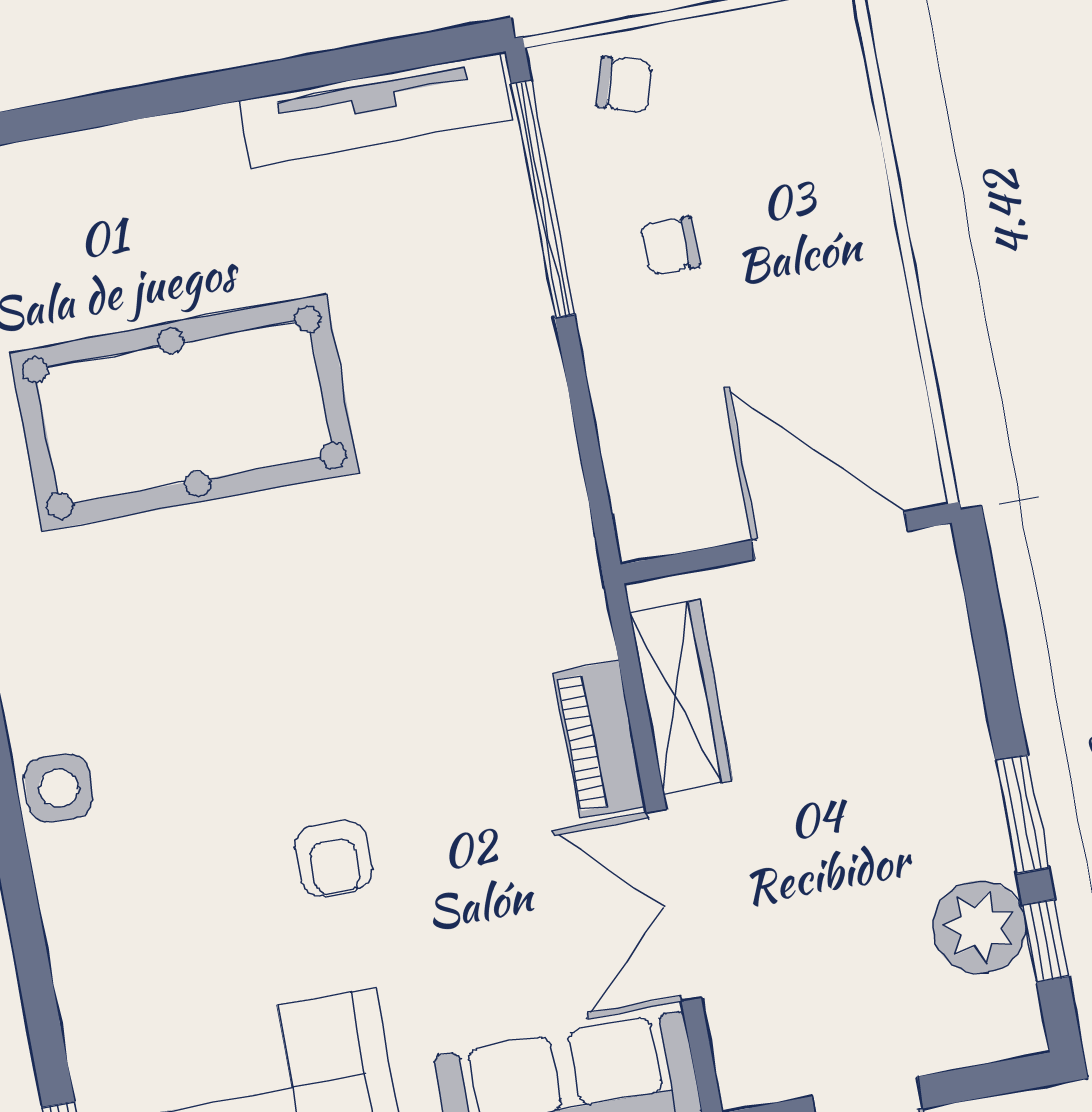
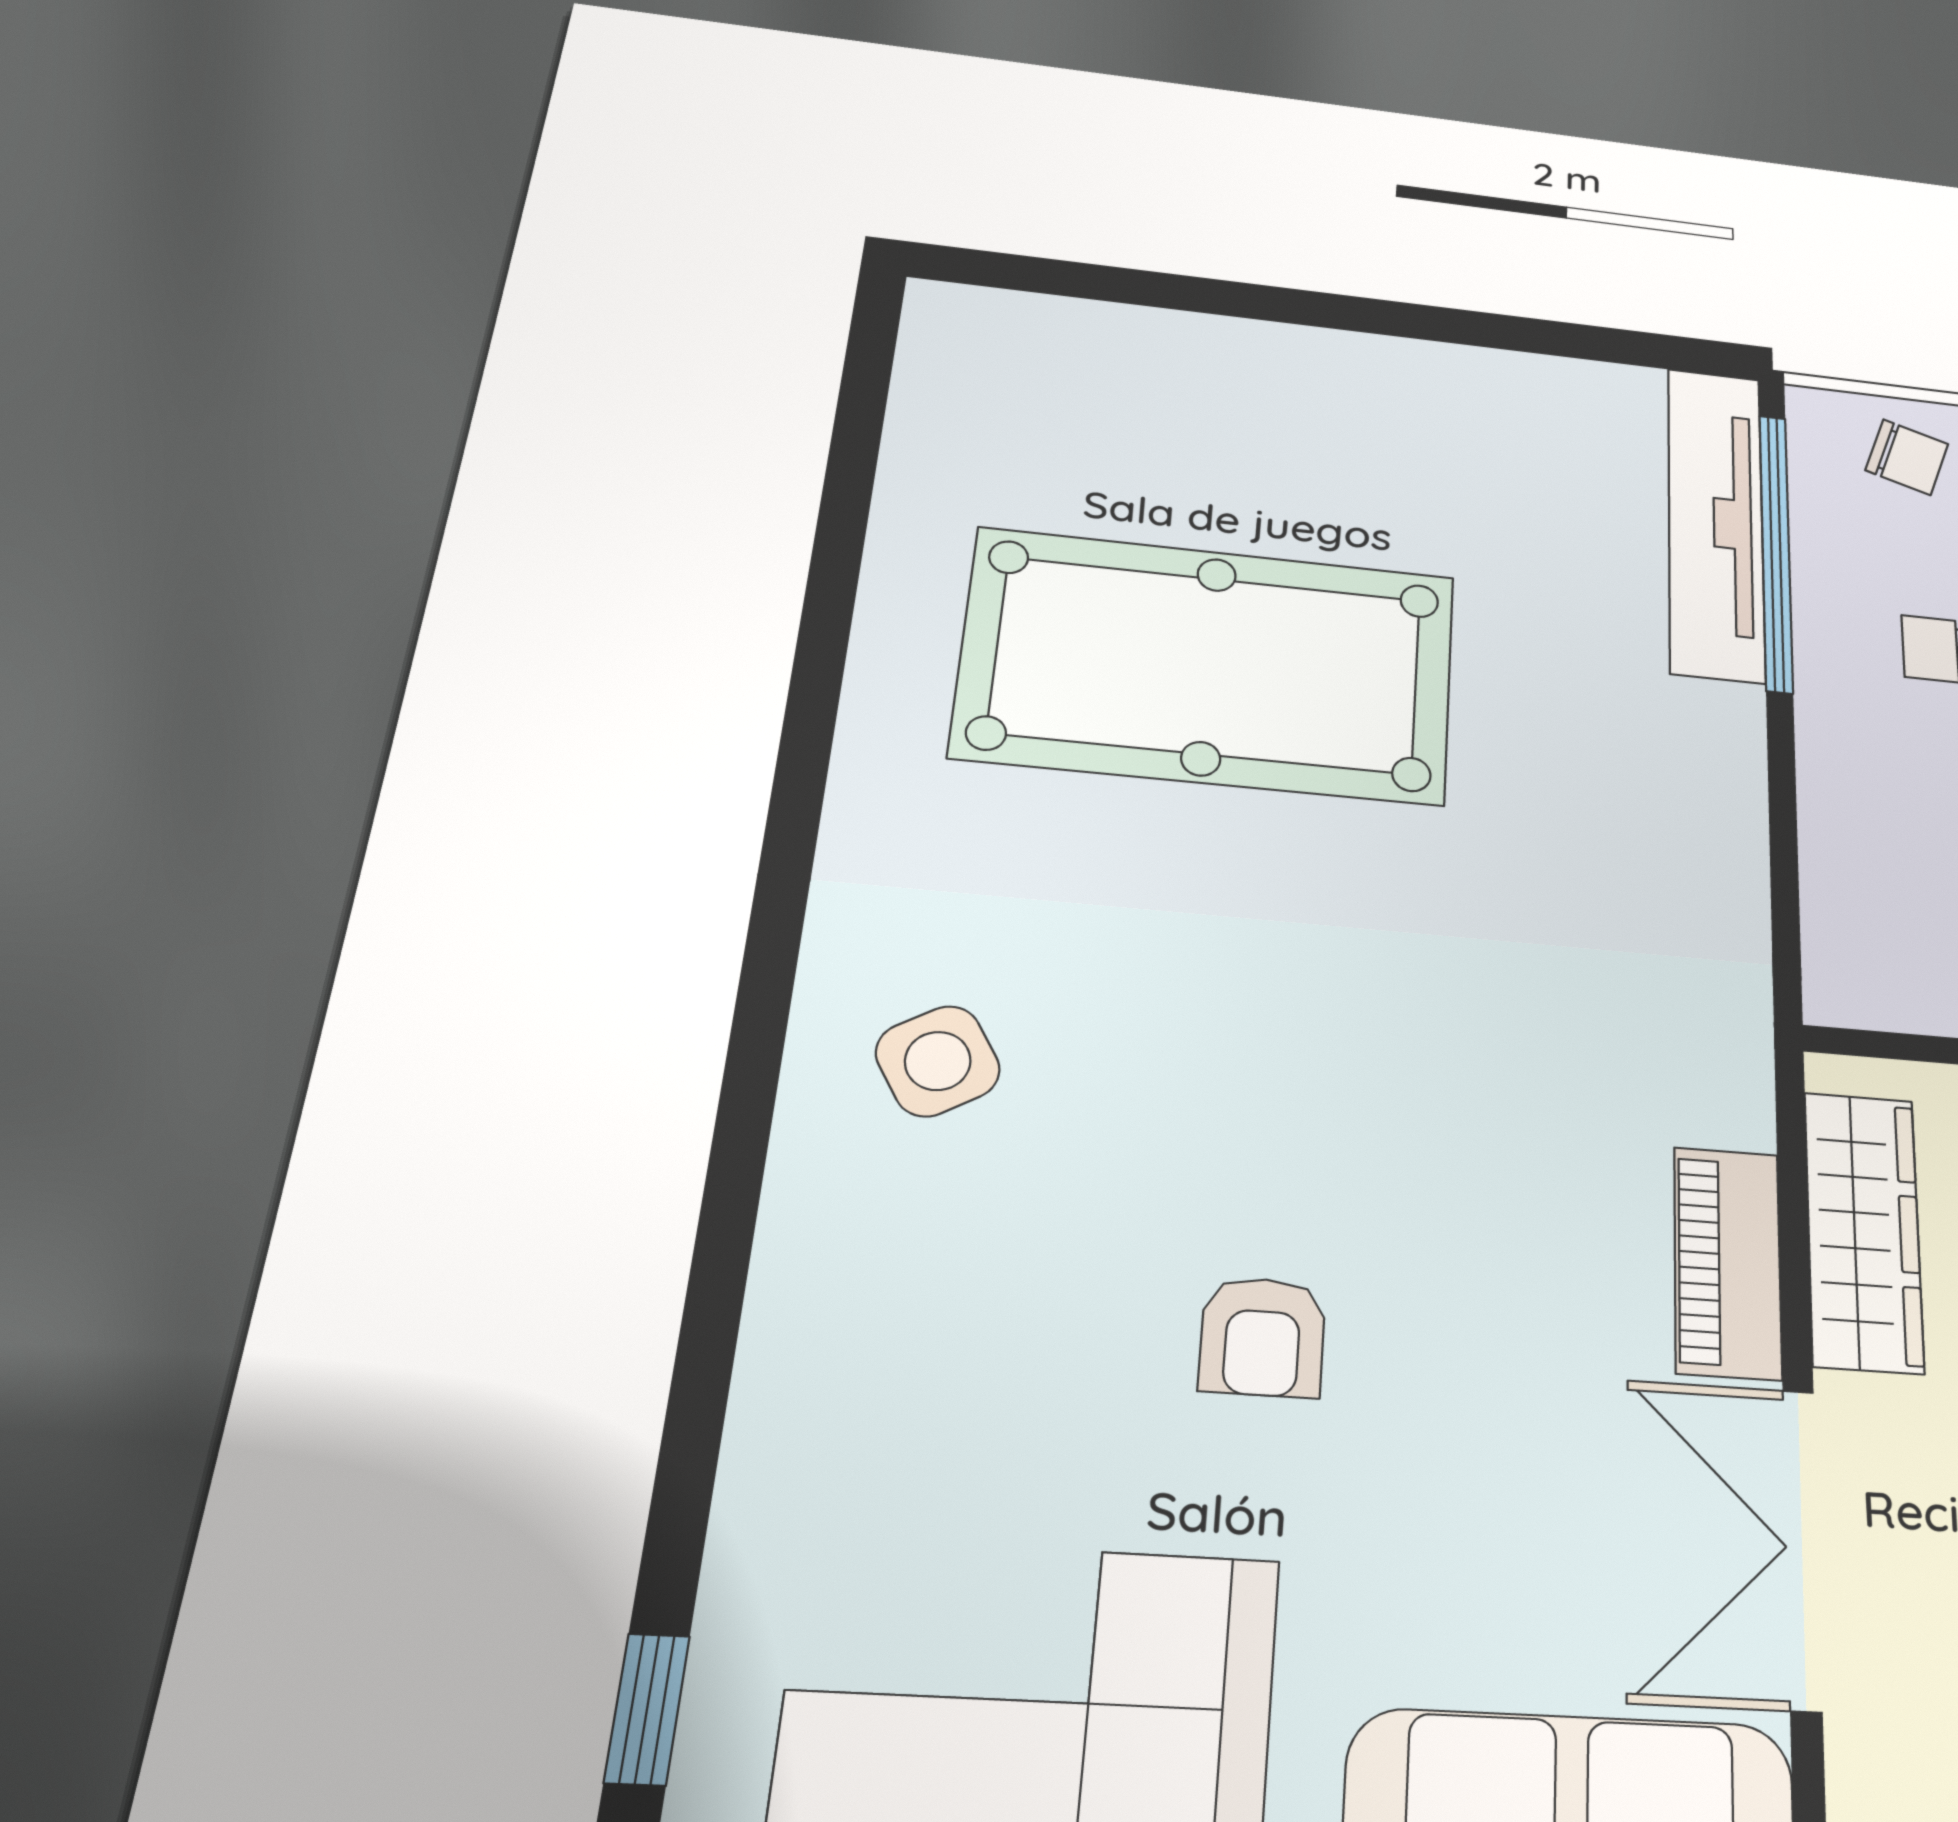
tv unit: (375, 110) -> (1716, 522), moved, turned 90
side table: (59, 788) -> (938, 1061), moved, turned -35

